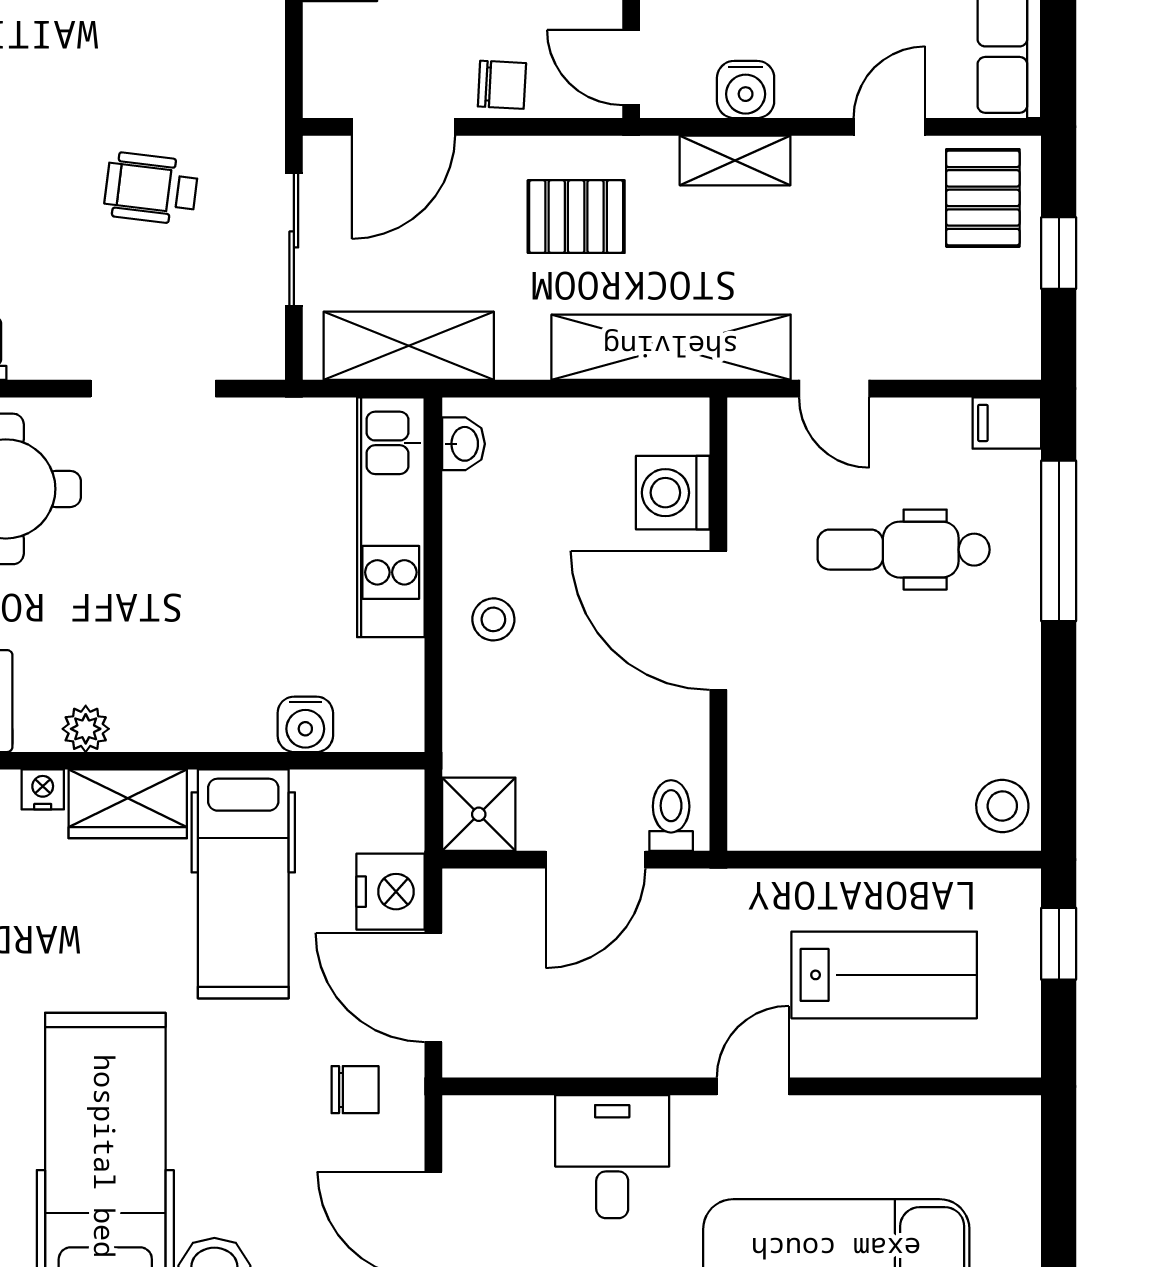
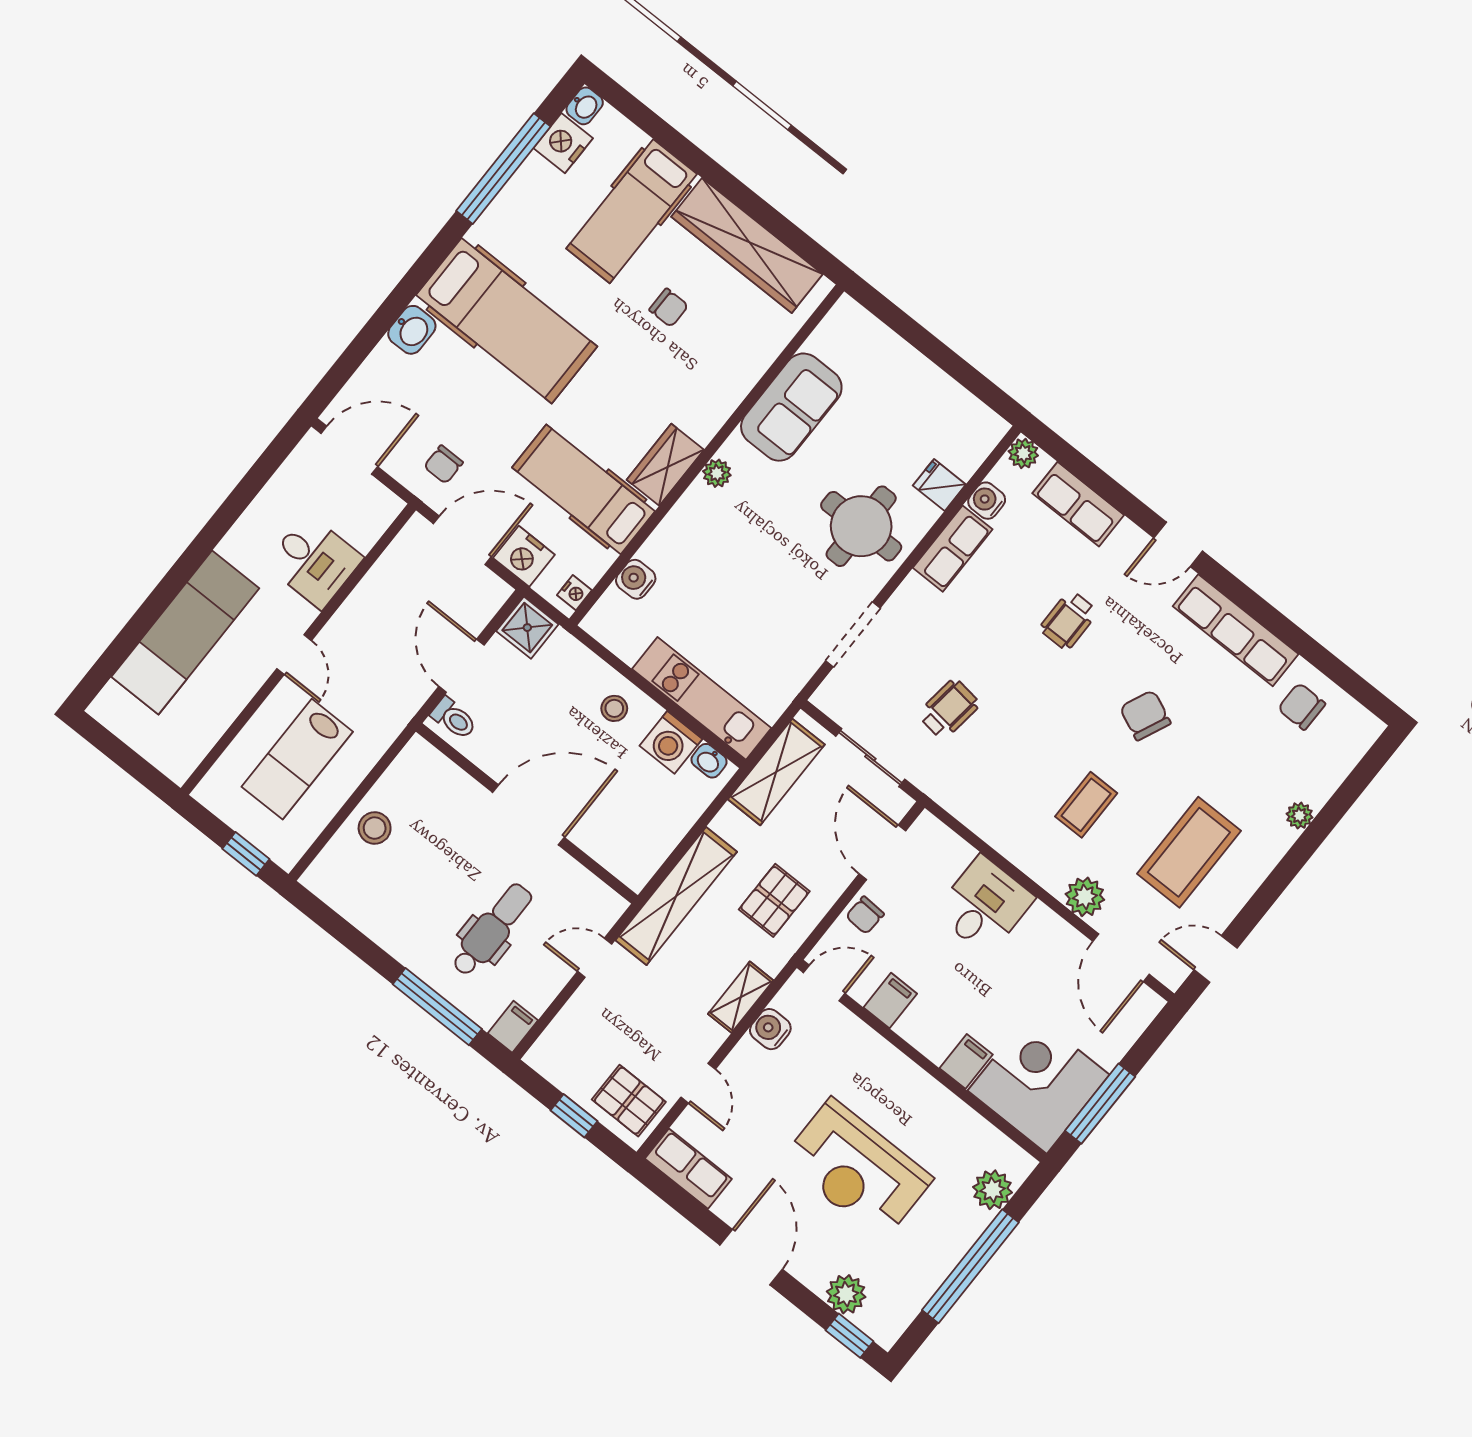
washing machine: (673, 493) -> (671, 742), moved, turned 180
nightstand: (43, 789) -> (574, 593), moved
stool: (1002, 806) -> (375, 828), moved

